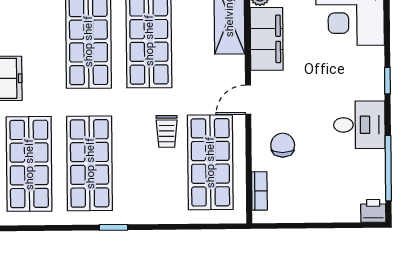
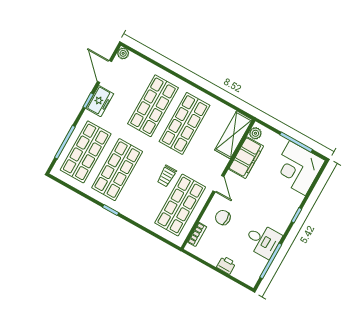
door: (248, 100) -> (218, 184), swing flipped
desk: (359, 125) -> (263, 240), moved
chair: (283, 145) -> (223, 218), turned -90
printer: (373, 211) -> (226, 265), moved

